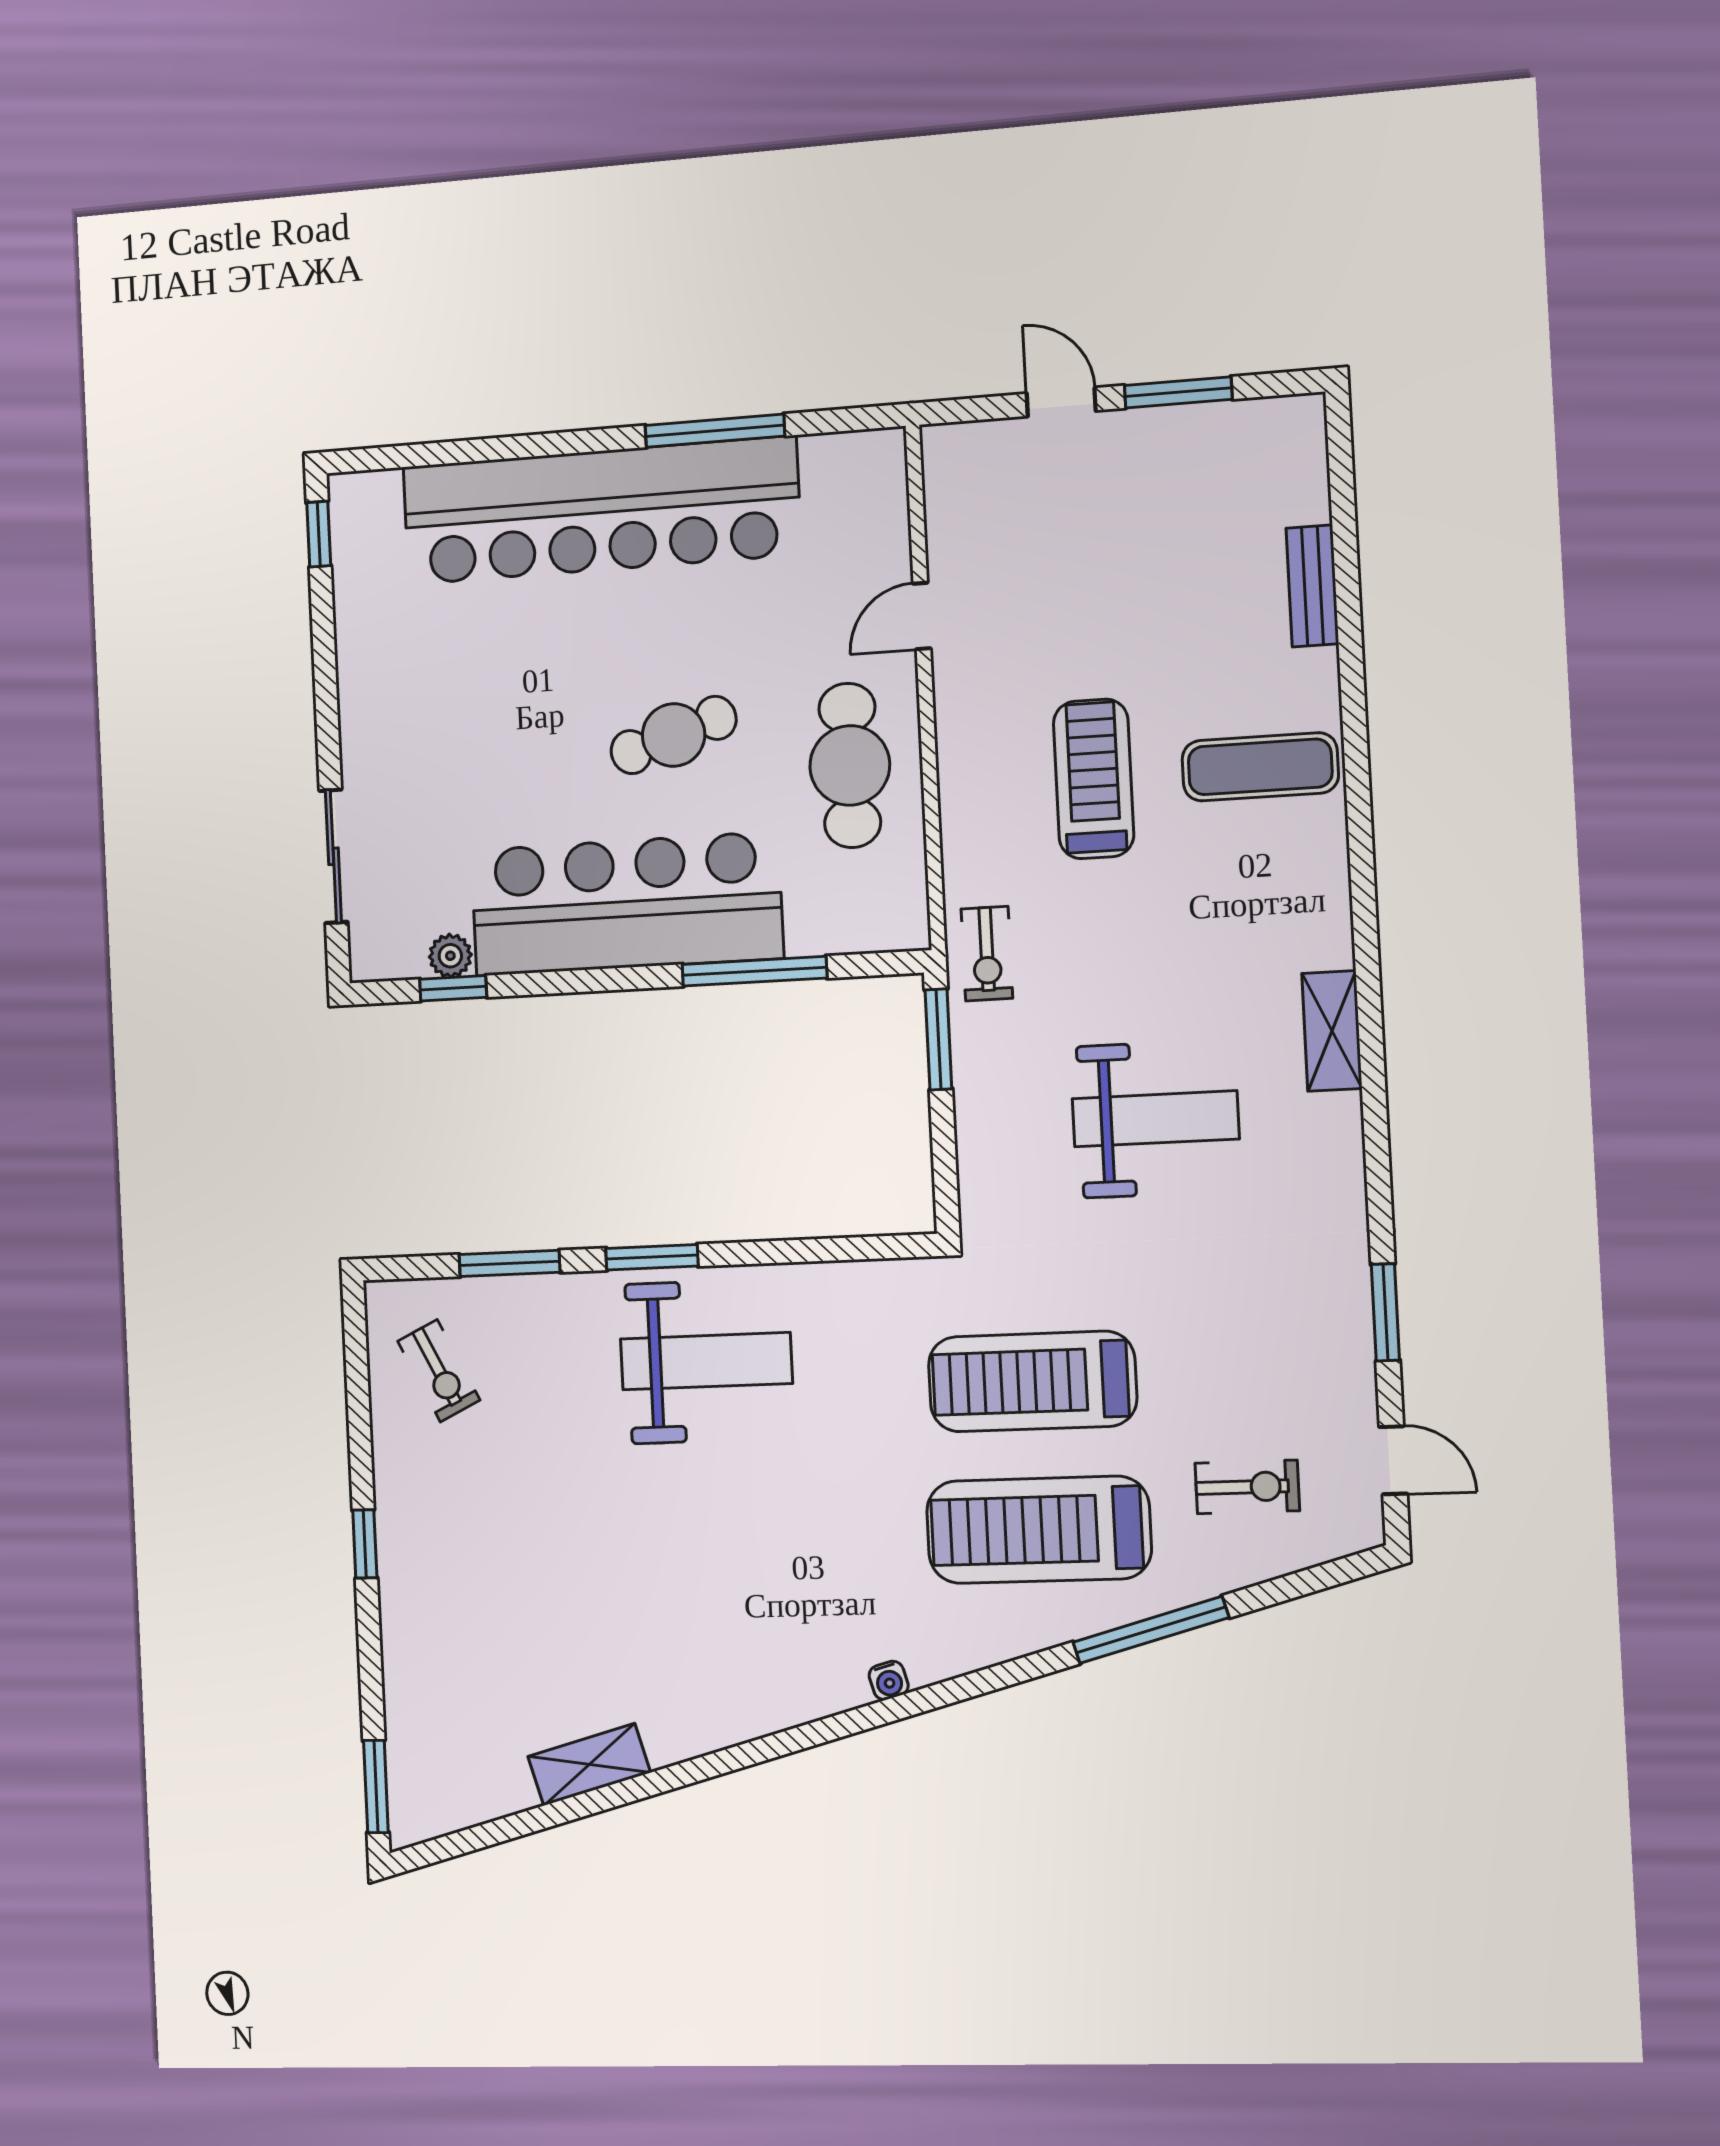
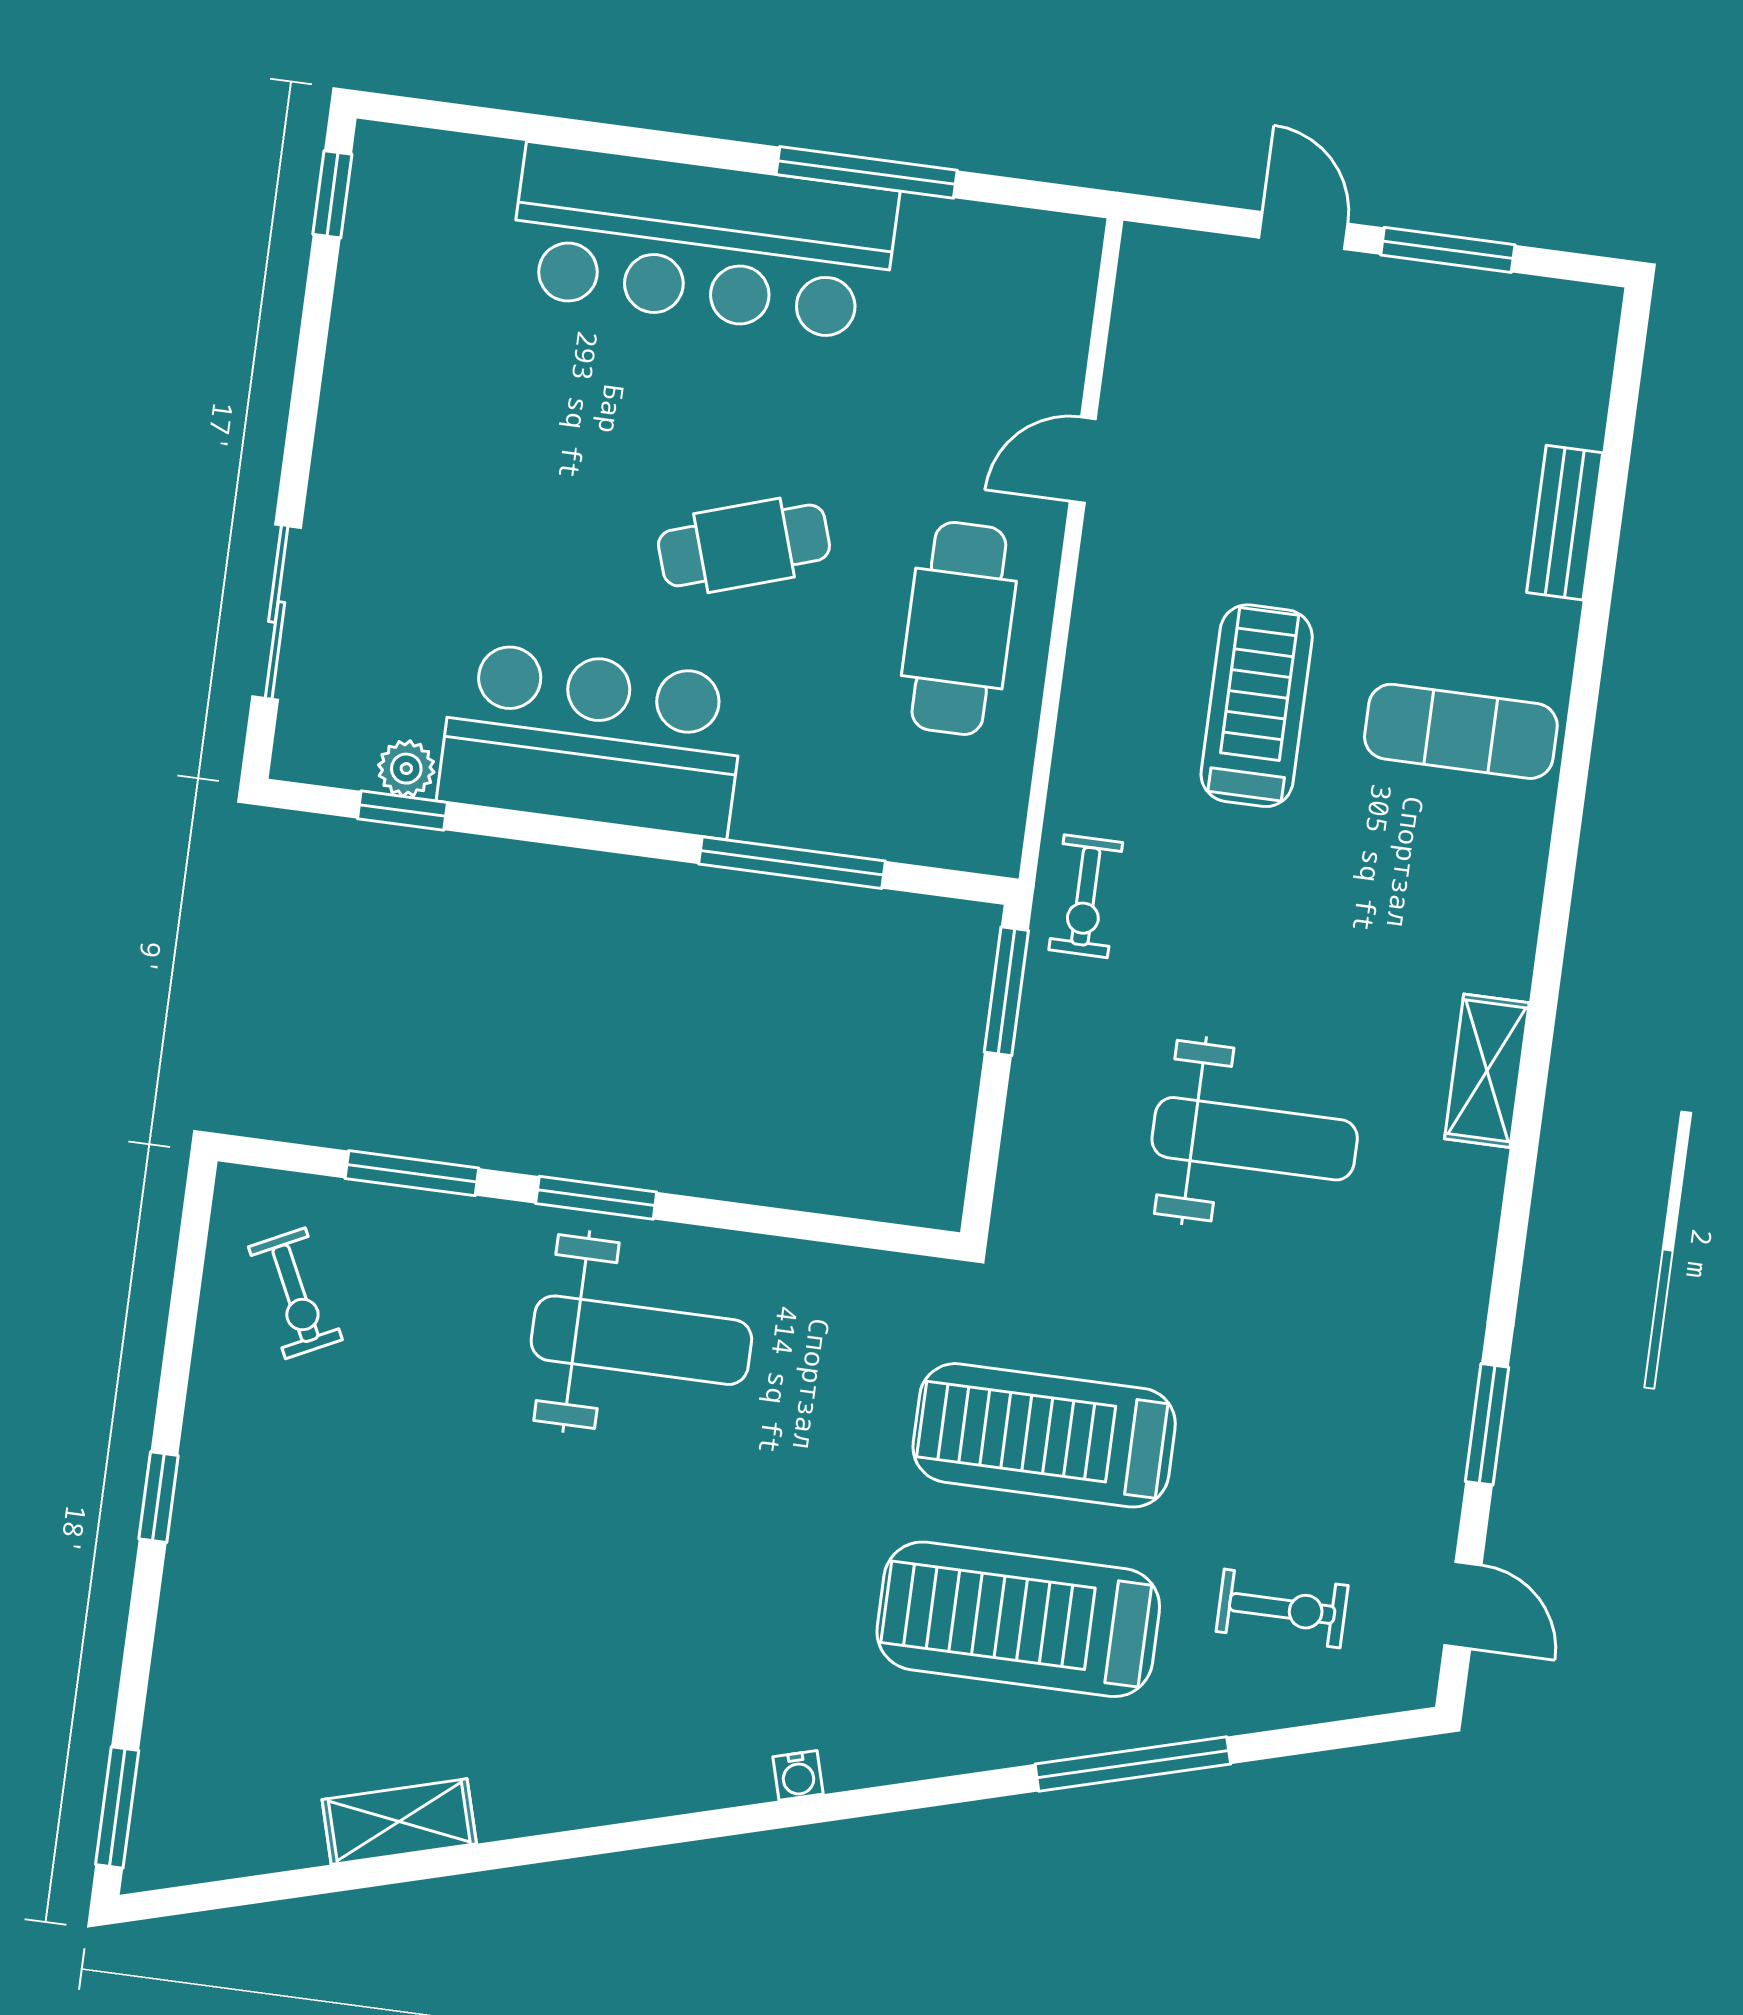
bar counter: (601, 510) -> (703, 242), width x0.73
bar counter: (626, 904) -> (592, 740), width x0.73

